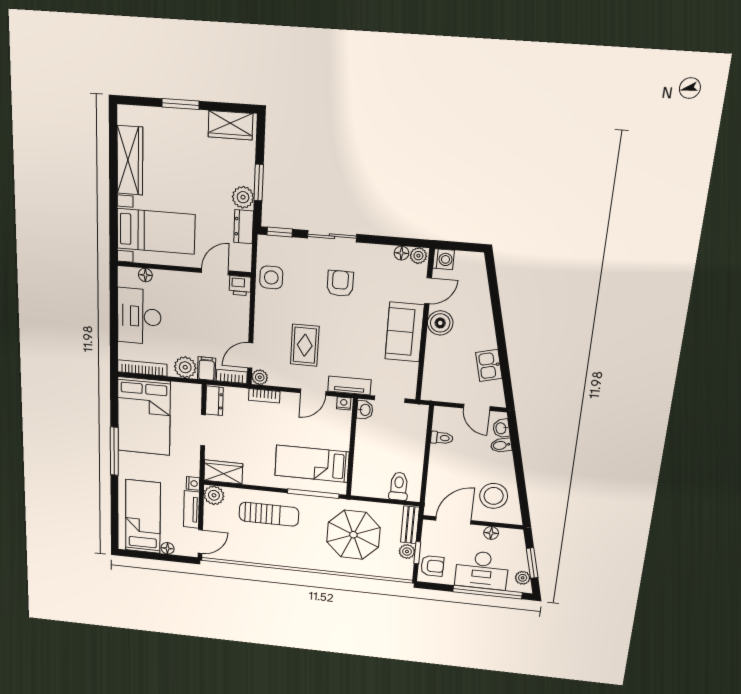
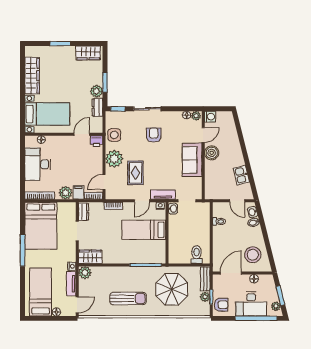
plant: (260, 377) -> (114, 159), moved, width x1.88, depth x1.88
bed: (312, 464) -> (144, 230), moved
sun lounger: (269, 514) -> (128, 298), moved

